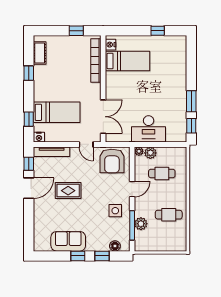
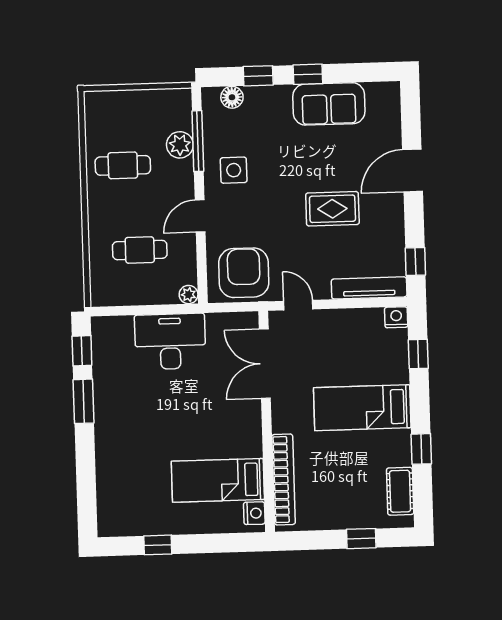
window: (76, 31) -> (361, 539), moved
bed: (57, 112) -> (362, 408), moved
plant: (150, 153) -> (165, 292), removed
door: (29, 188) -> (412, 171), moved

